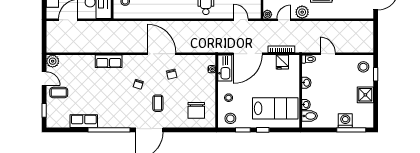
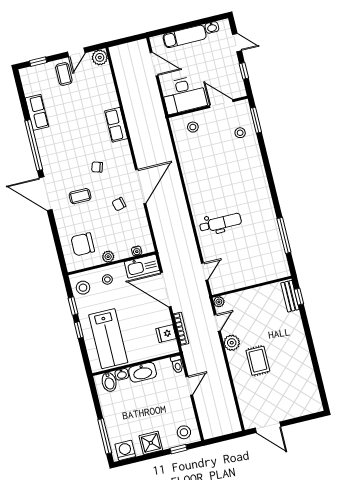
door: (284, 20) -> (217, 323), hinge flipped
washbasin: (306, 83) -> (143, 372), width x1.91, depth x1.45
plant: (211, 93) -> (108, 257), added
washing machine: (345, 121) -> (125, 450), moved, turned -90

